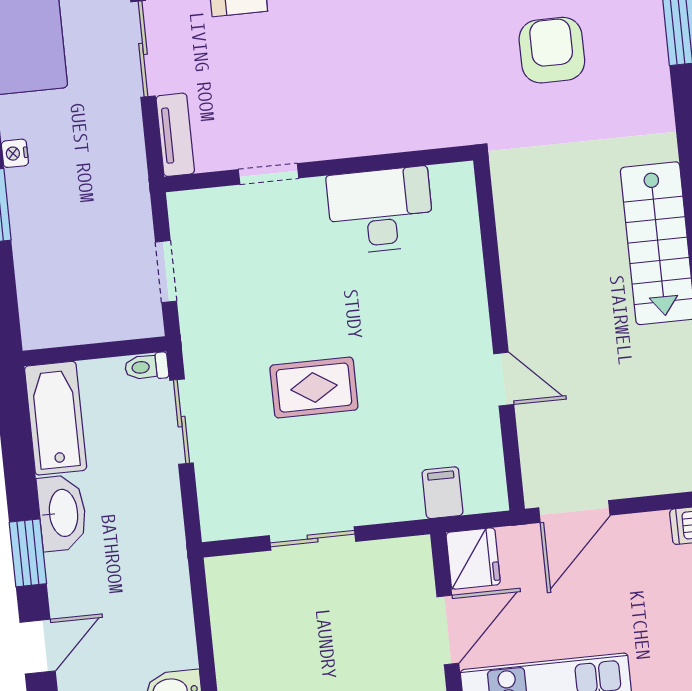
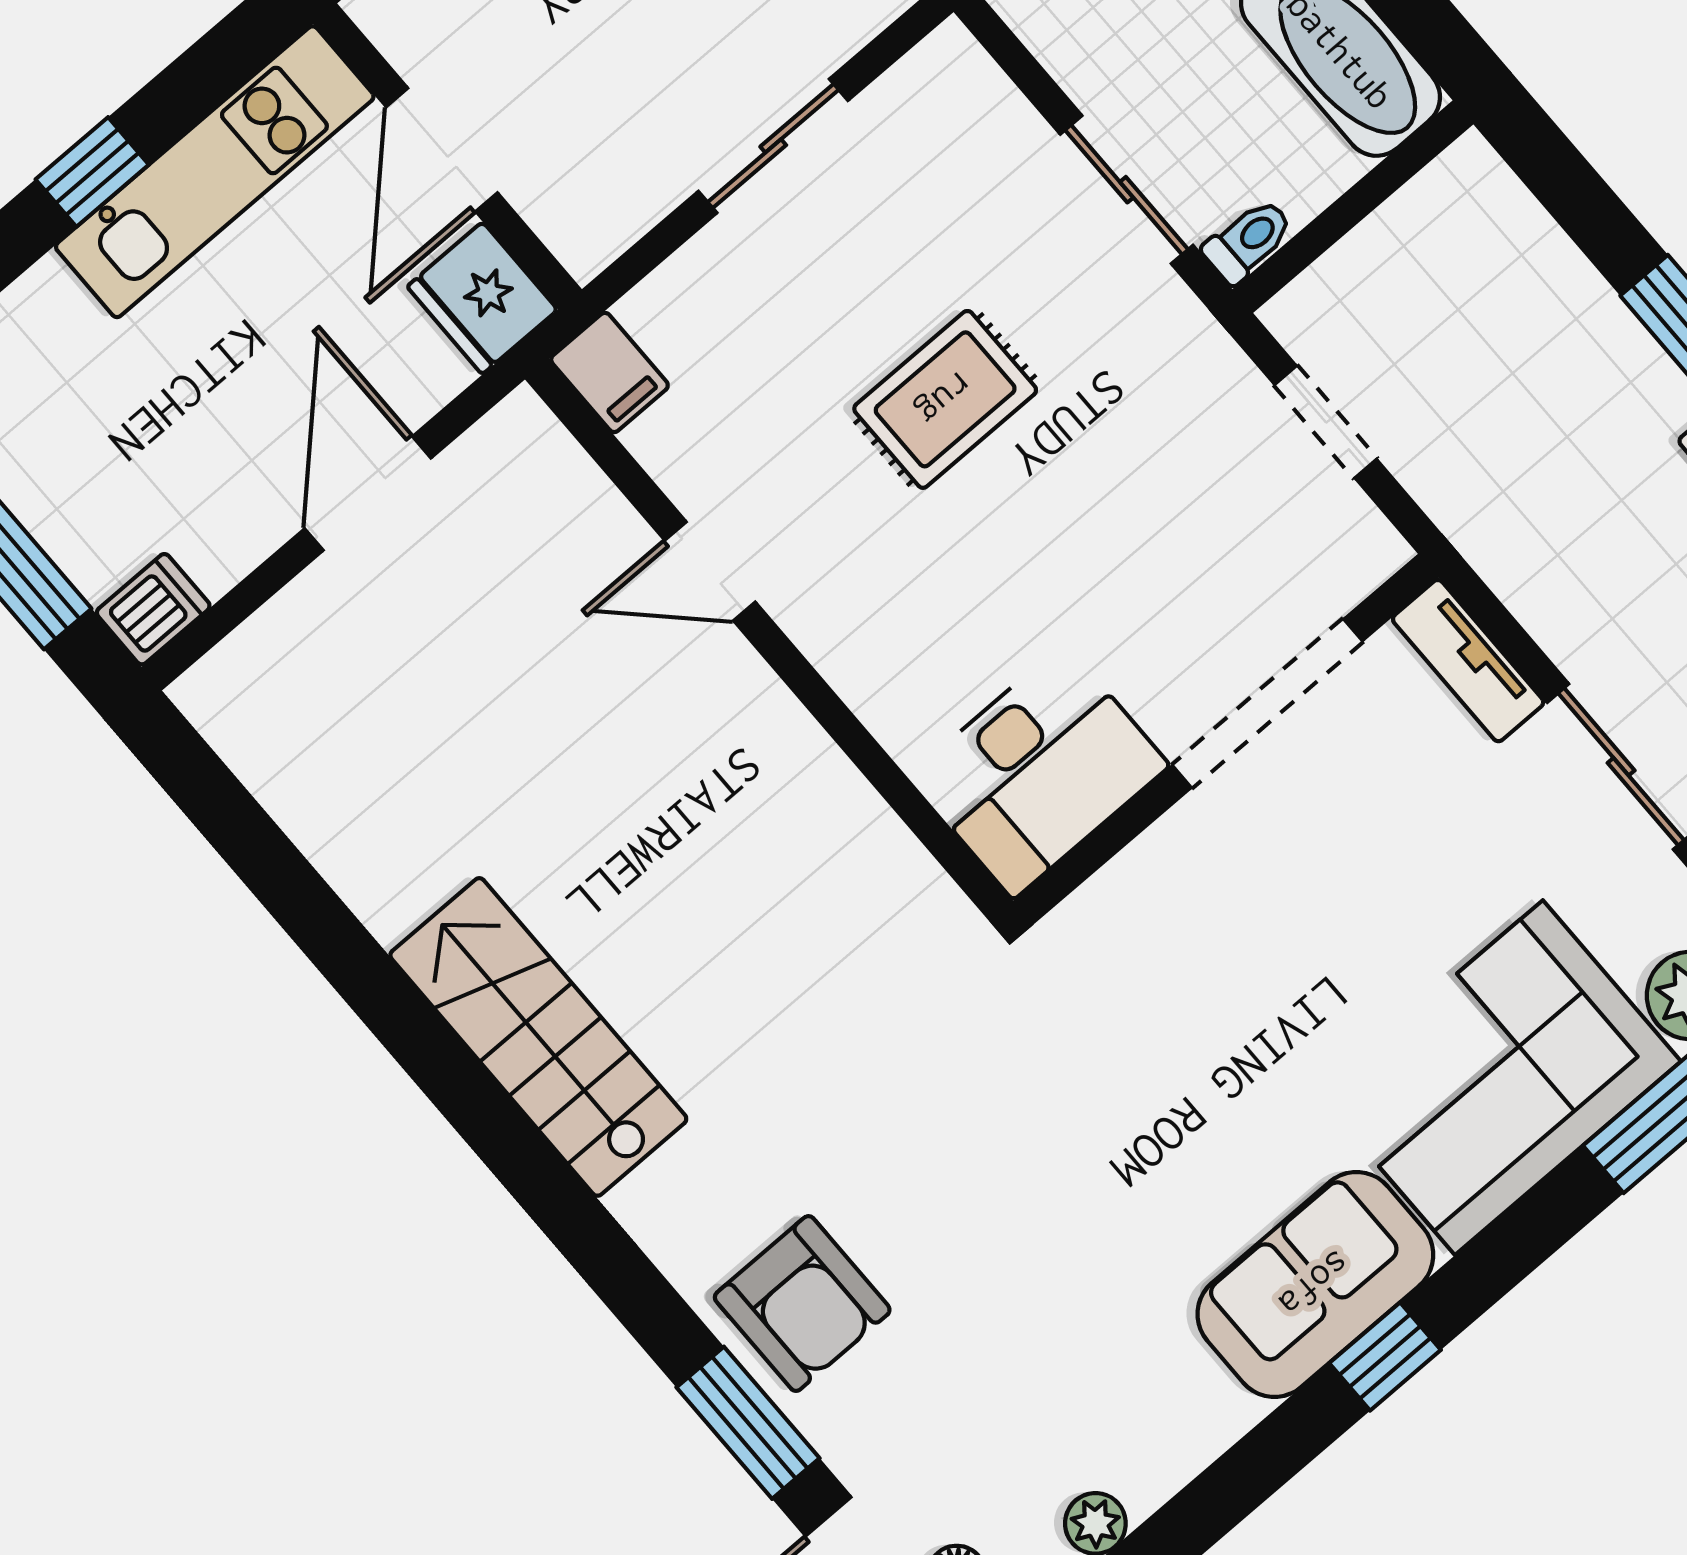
armchair: (552, 50) -> (802, 1304), moved
doorway: (269, 174) -> (1268, 703), width x1.88
wall: (499, 335) -> (769, 640), moved
door: (504, 379) -> (710, 571), moved

